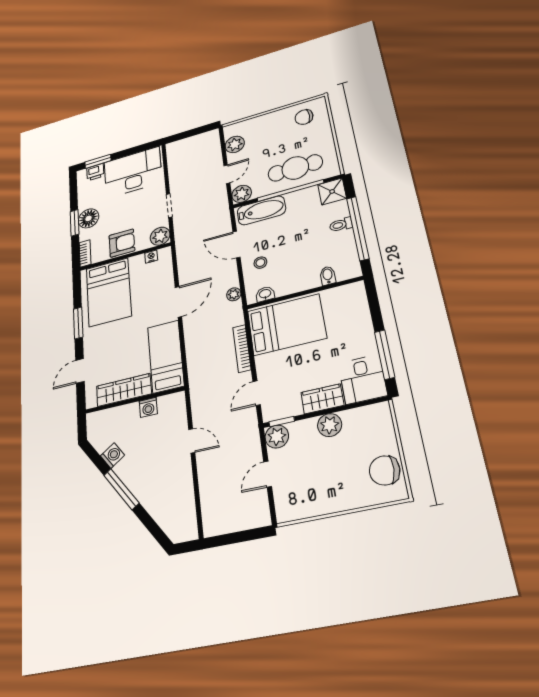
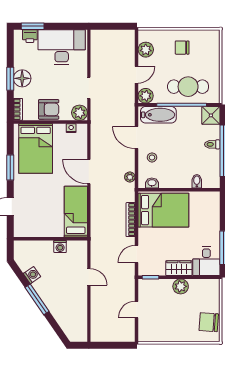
chair: (304, 117) -> (182, 48), moved
door: (178, 302) -> (89, 172), swing flipped
wardrobe: (124, 390) -> (43, 229), removed
plant: (277, 437) -> (146, 286), removed

